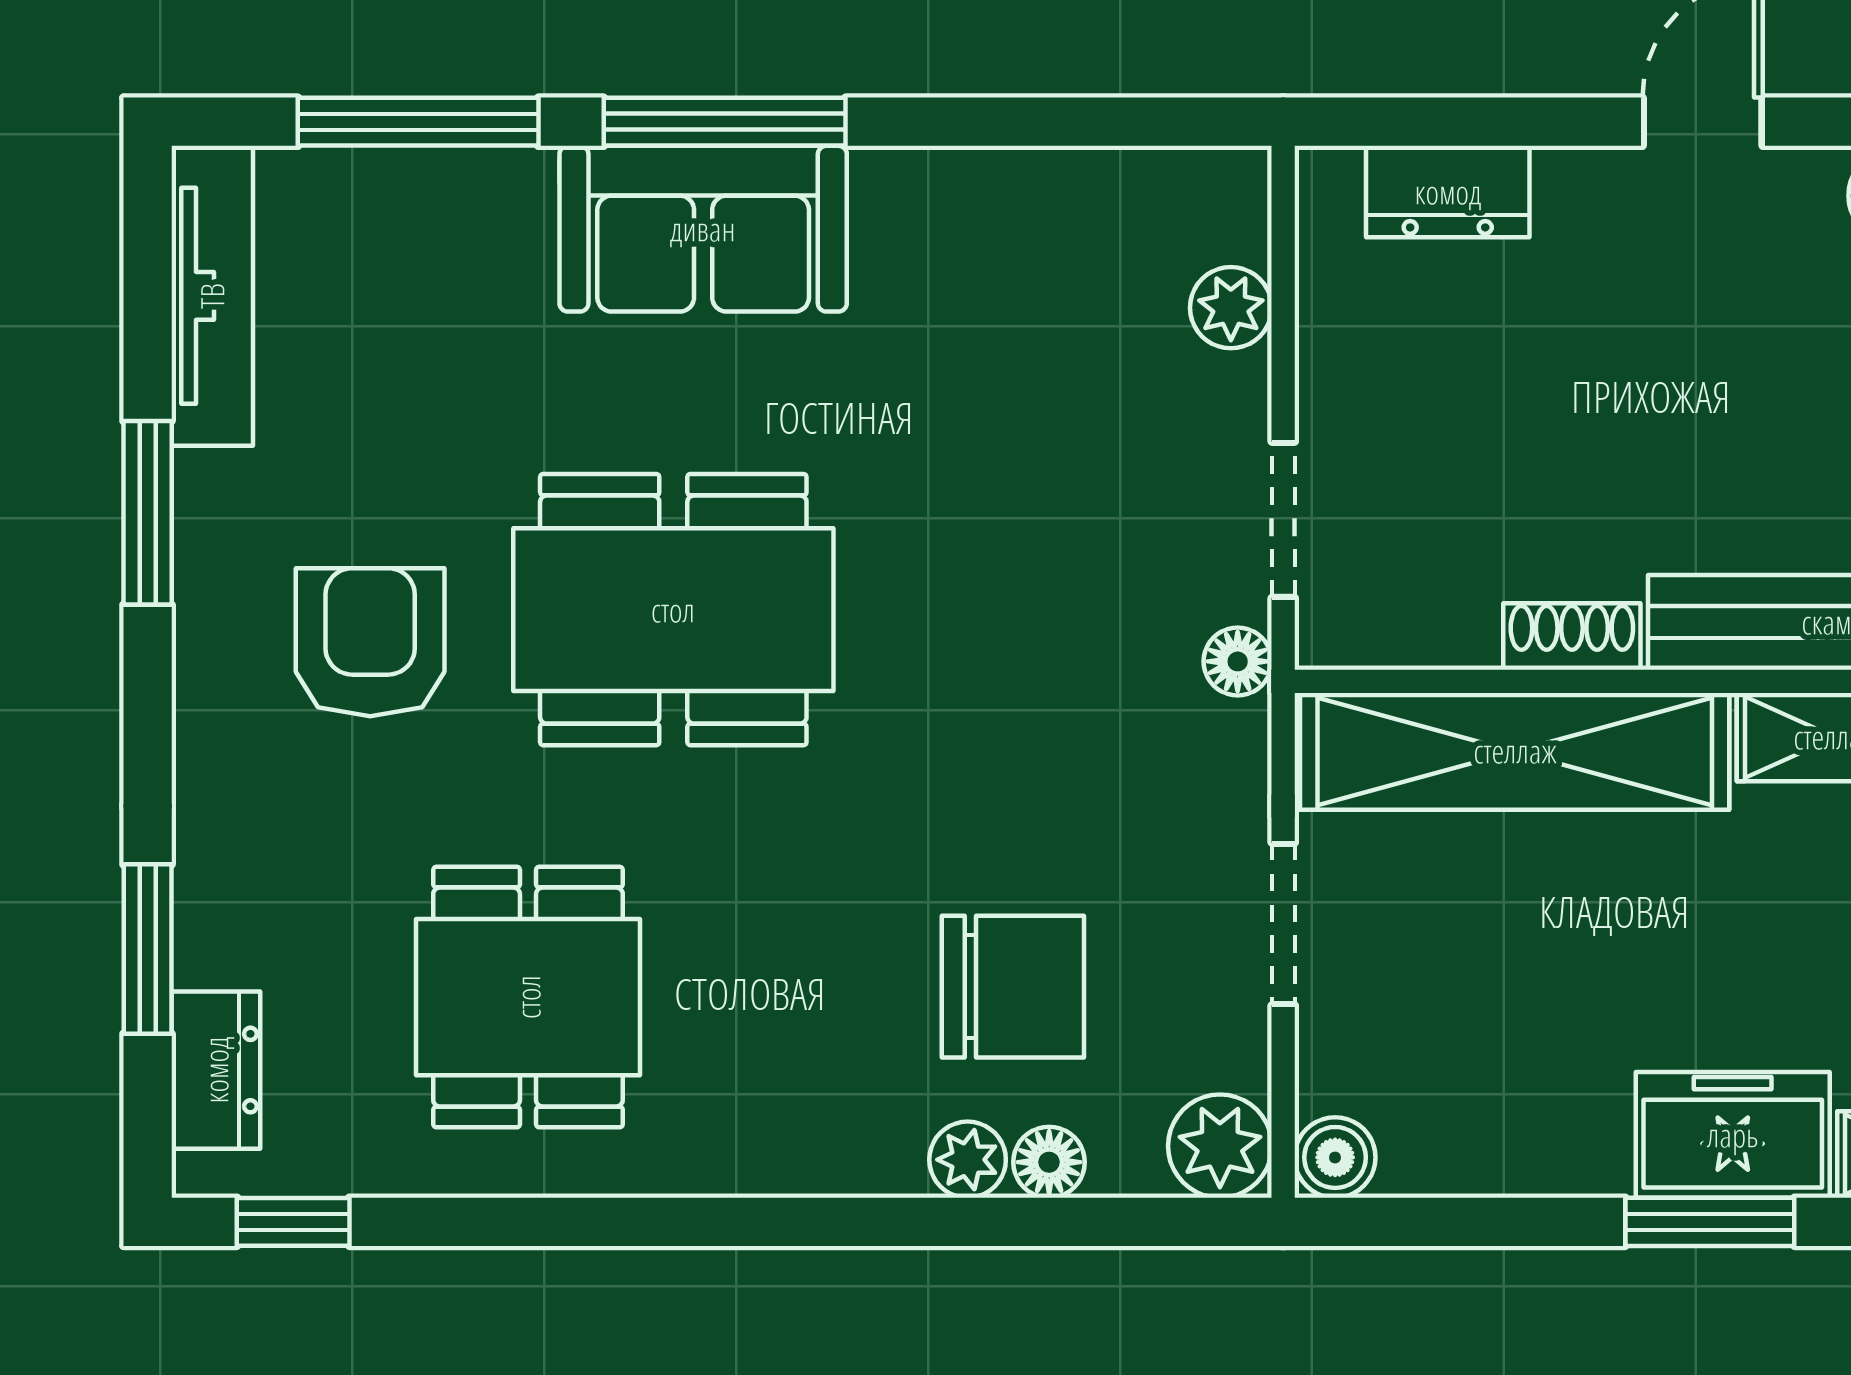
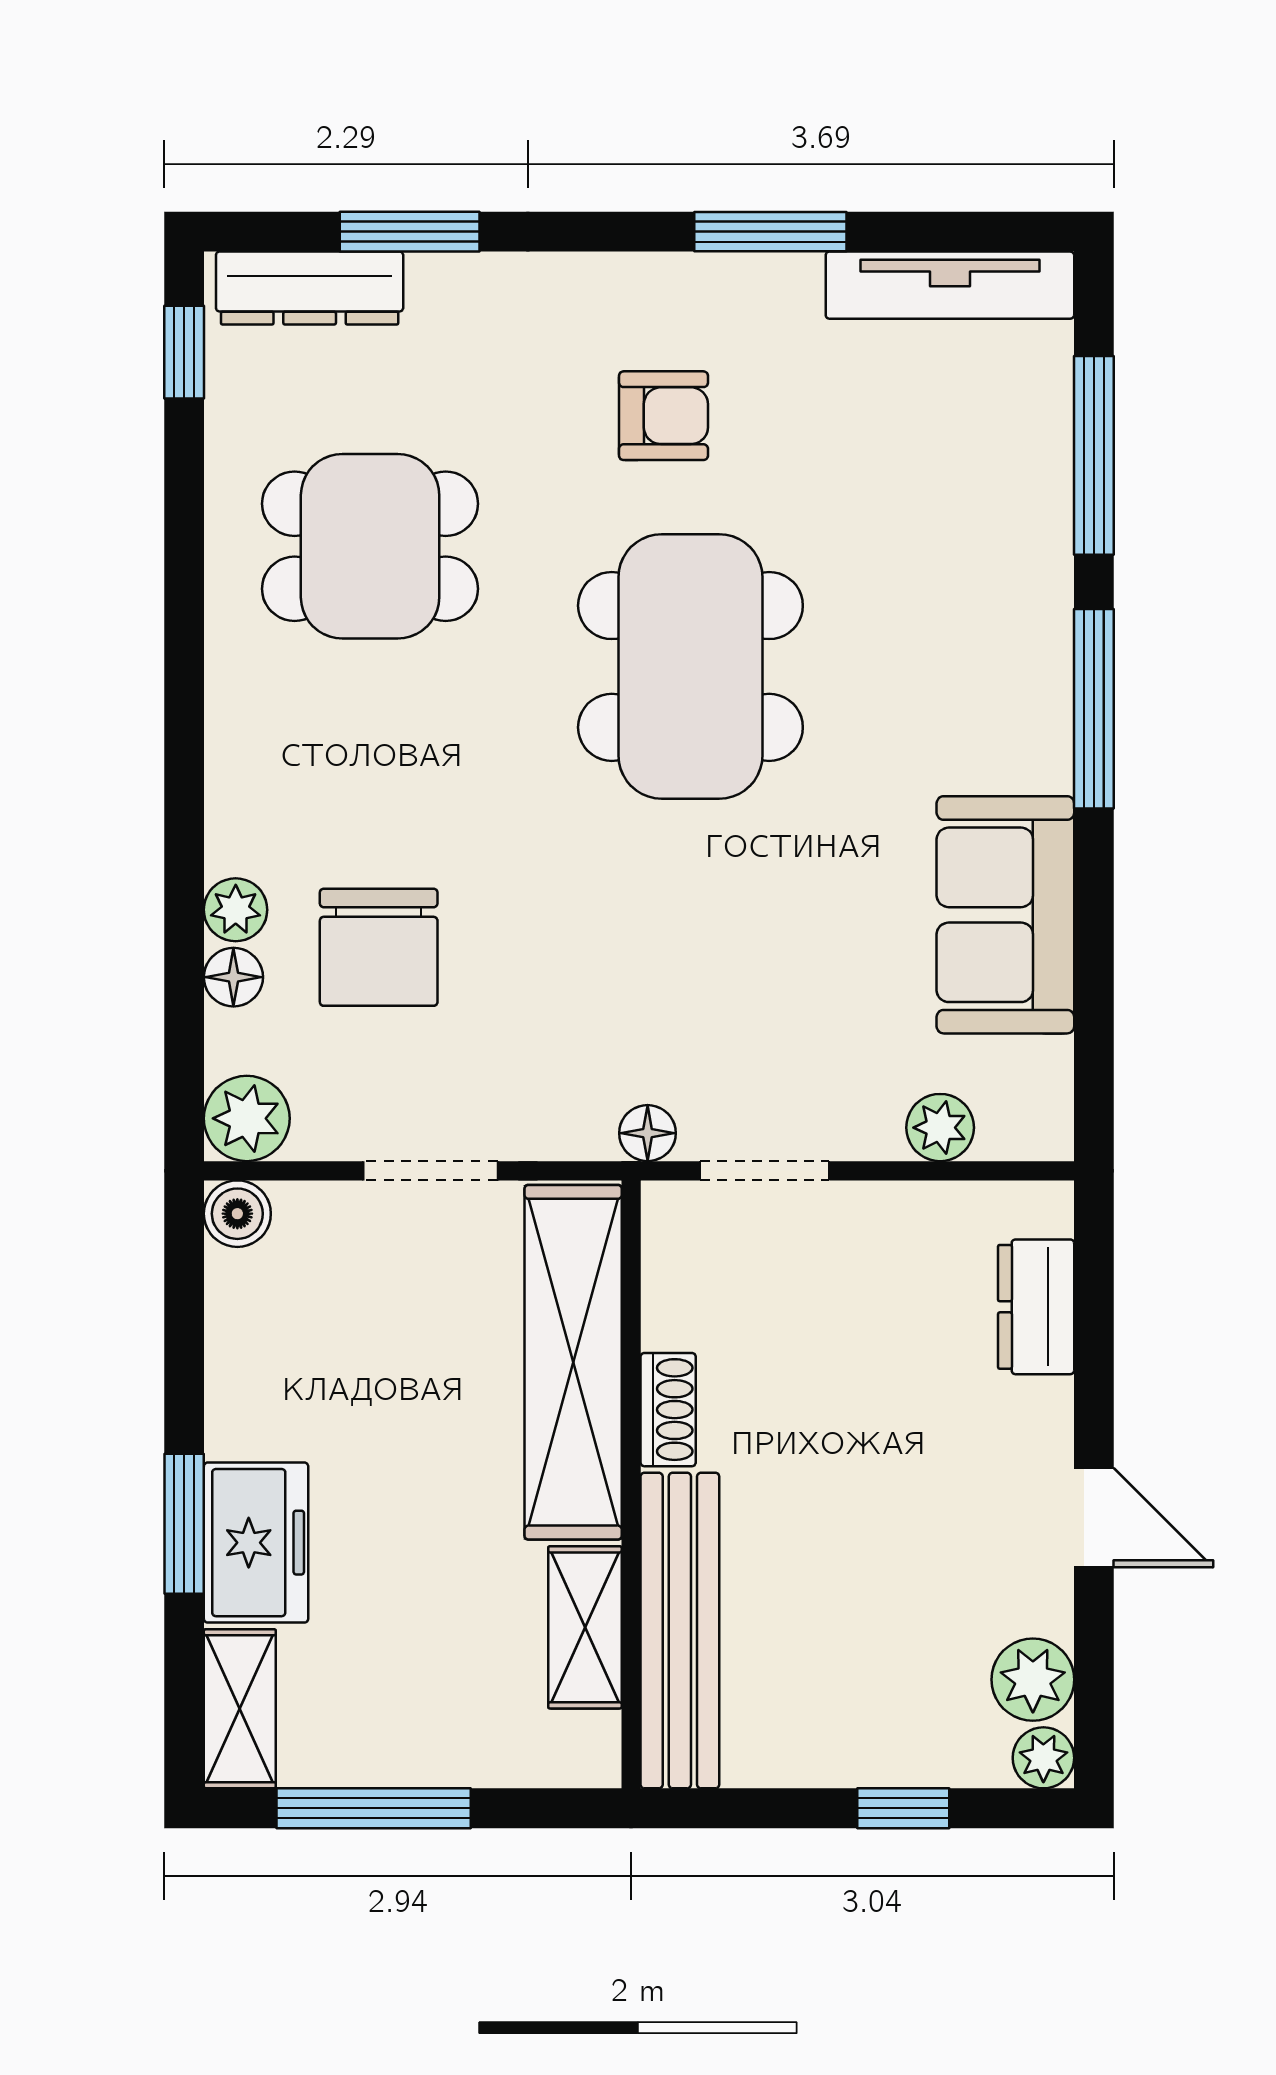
sofa: (703, 229) -> (1005, 915), moved
armchair: (370, 642) -> (663, 416), width x0.72, depth x0.72
dresser: (216, 1070) -> (310, 288), width x1.44

